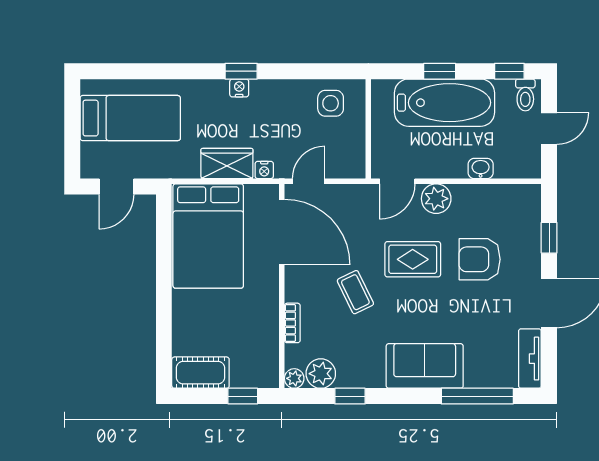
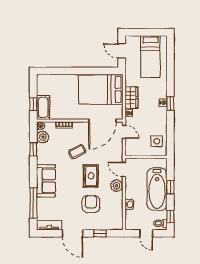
cot: (200, 373) -> (43, 107), moved

